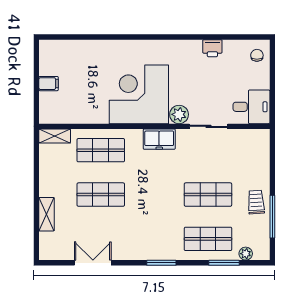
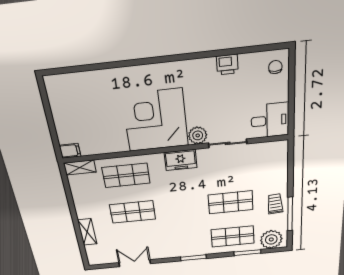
filing cabinet: (49, 84) -> (70, 151), moved
plant: (246, 254) -> (271, 239), width x1.88, depth x1.88

